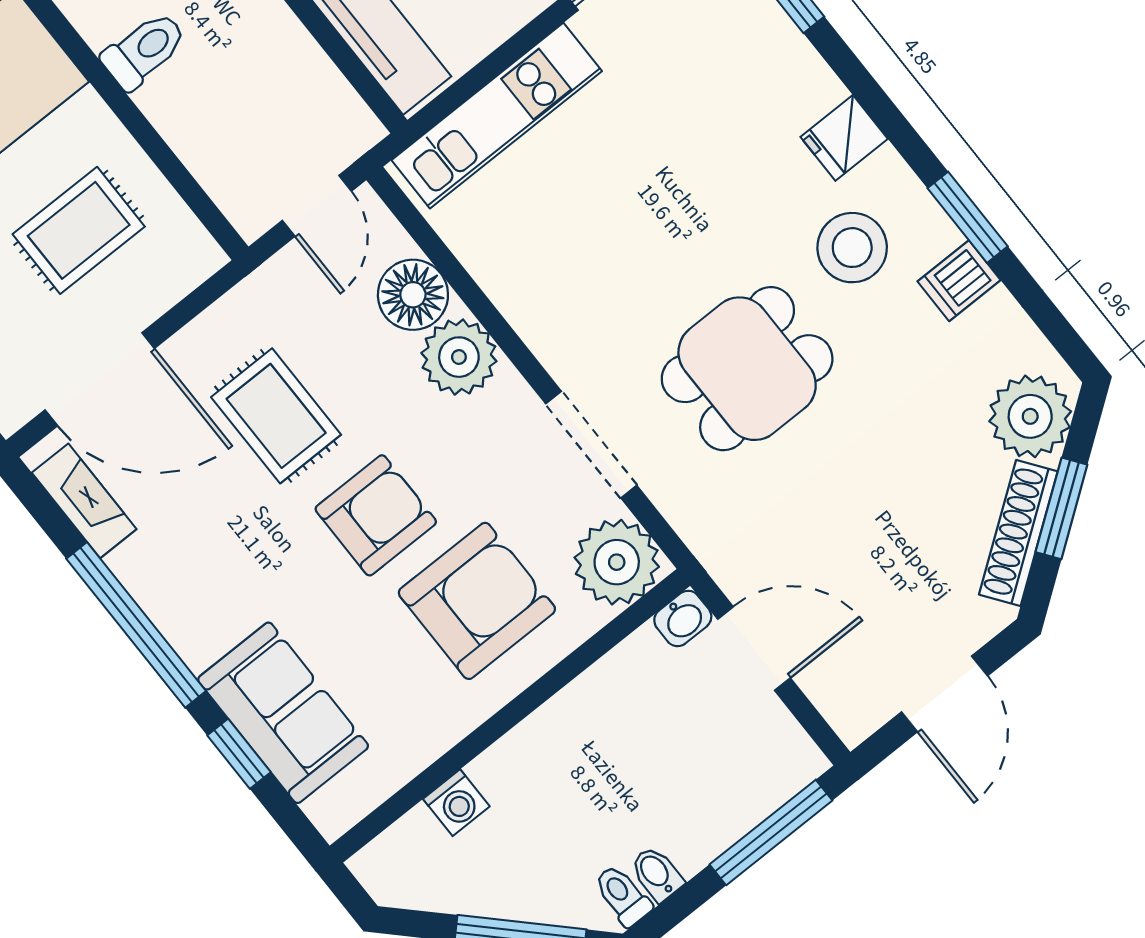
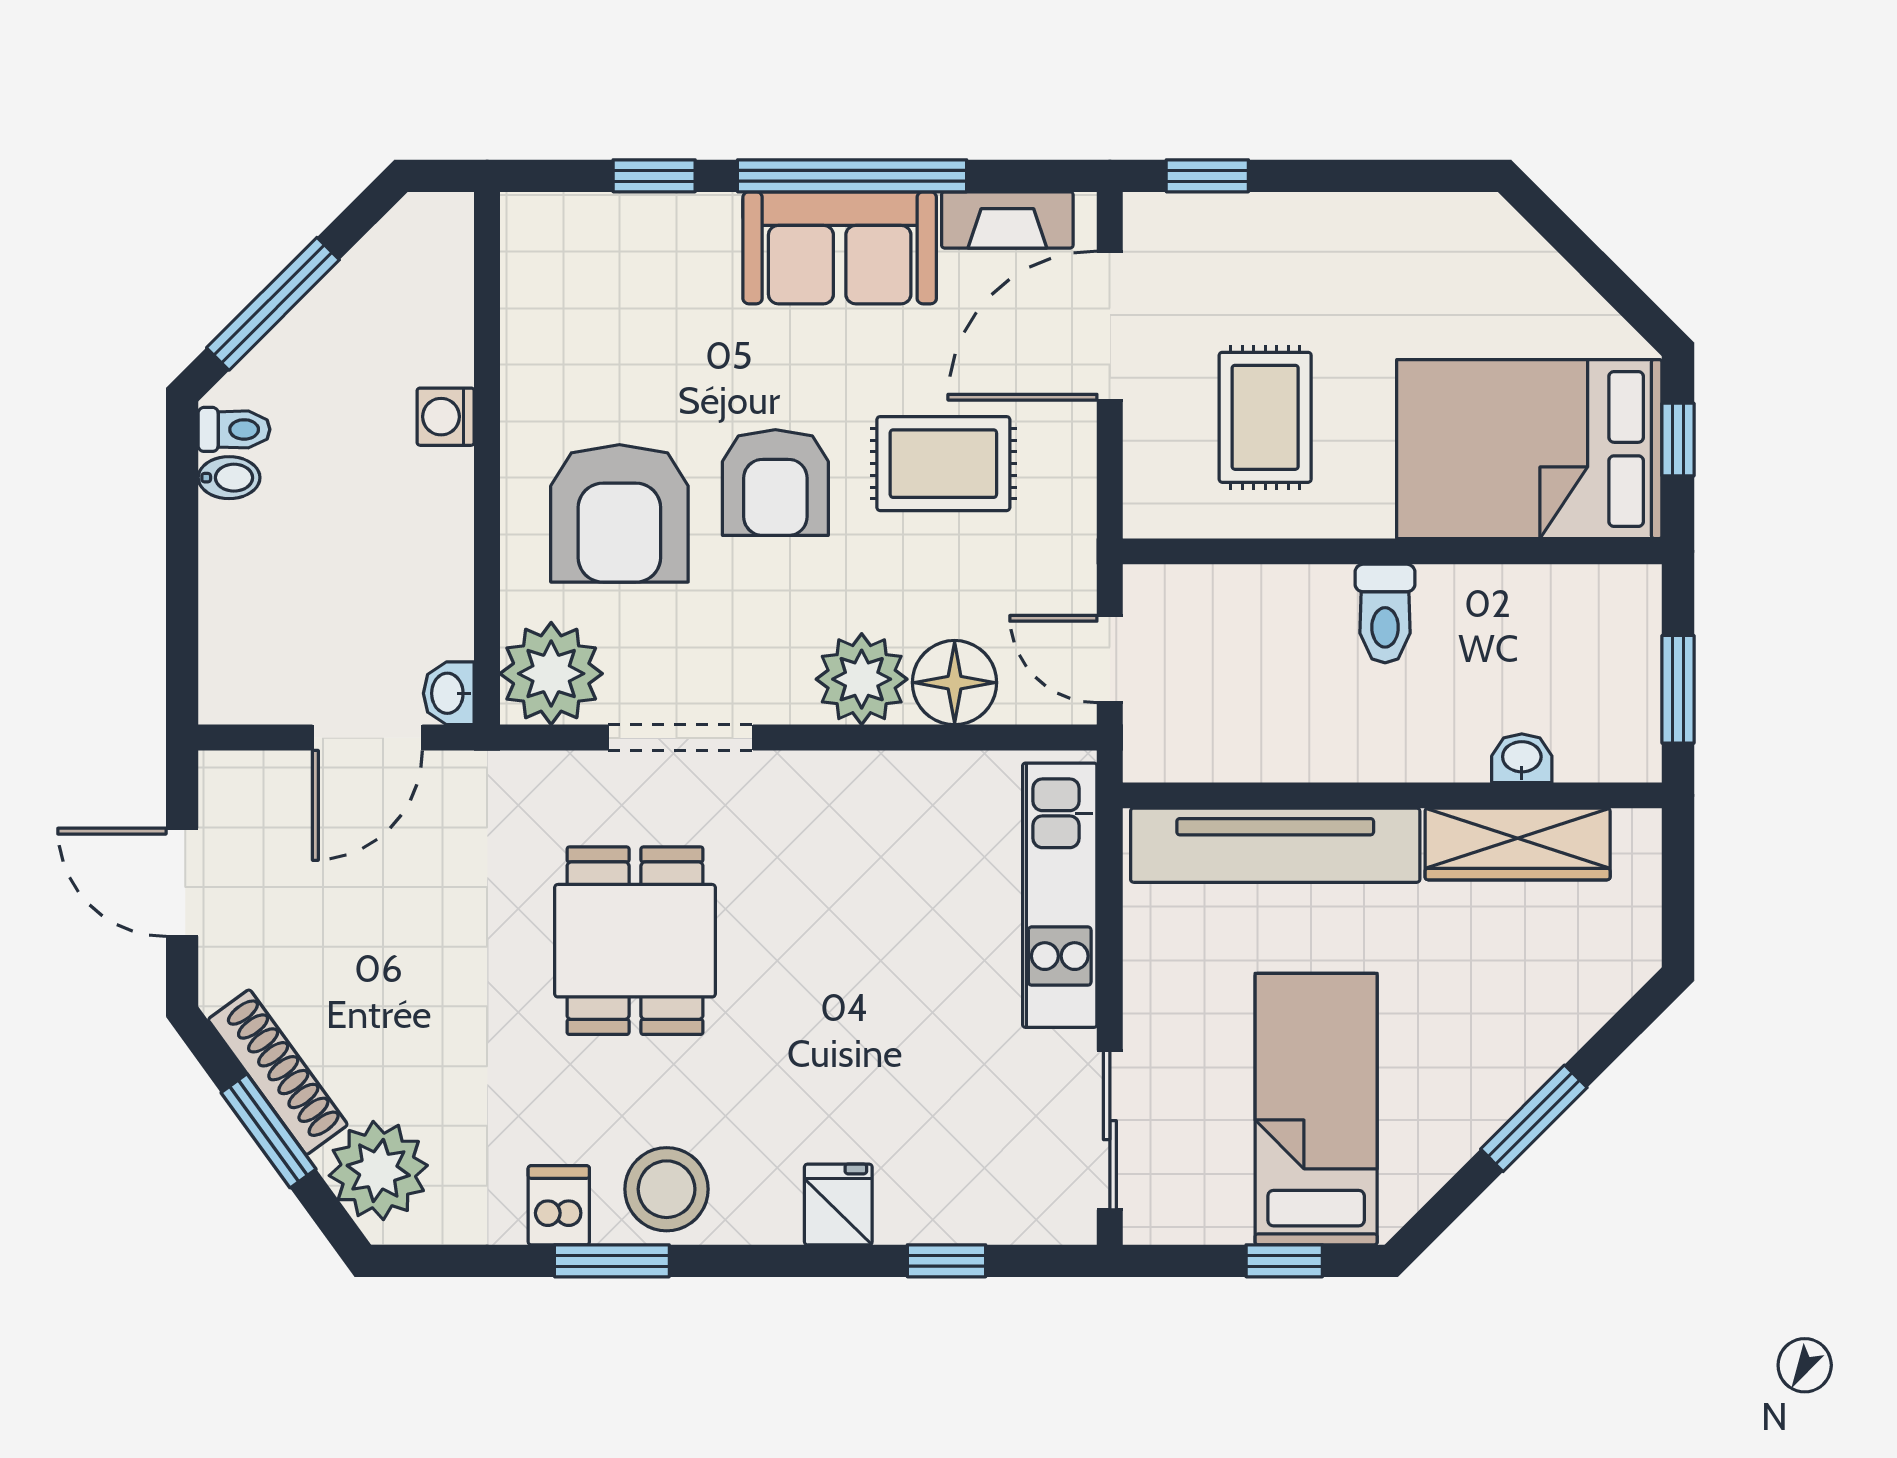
fridge: (844, 138) -> (838, 1204), moved
stool: (852, 248) -> (667, 1189), moved
sofa: (283, 713) -> (840, 248), moved
washing machine: (456, 803) -> (446, 417), moved
window: (771, 832) -> (182, 616), removed

